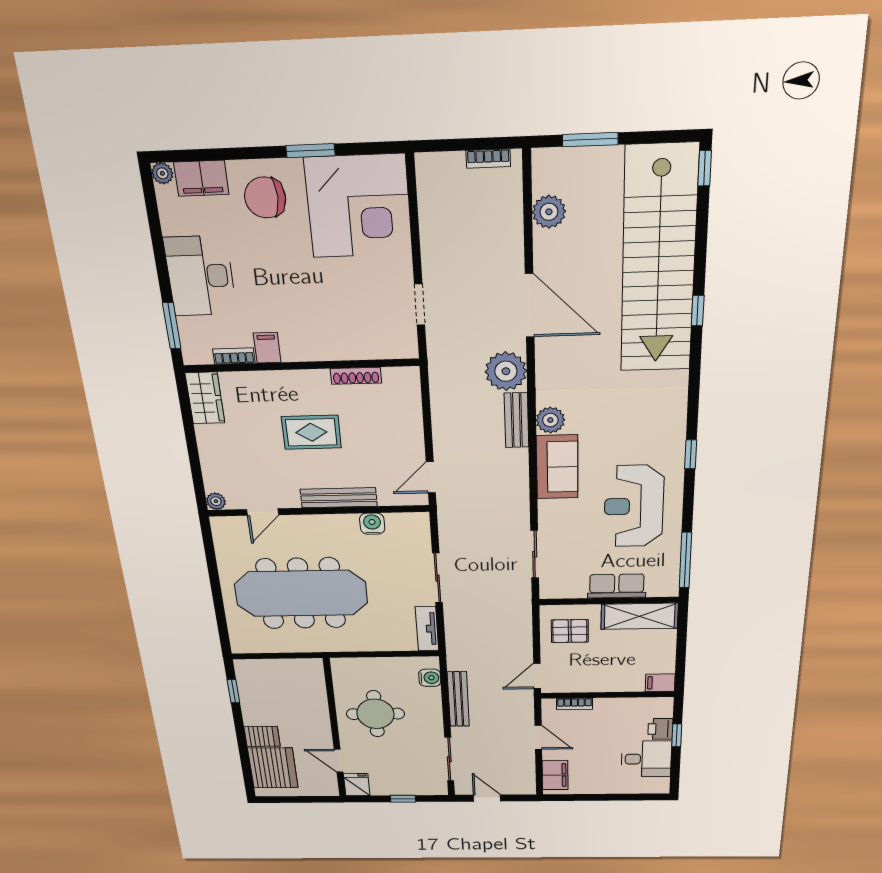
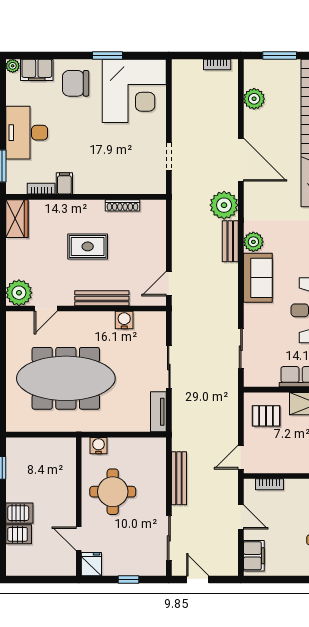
plant: (216, 501) -> (19, 293), width x1.88, depth x1.88
water cooler: (430, 678) -> (99, 446), moved, turned -90
server rack: (273, 768) -> (19, 534), width x0.46, depth x0.70

